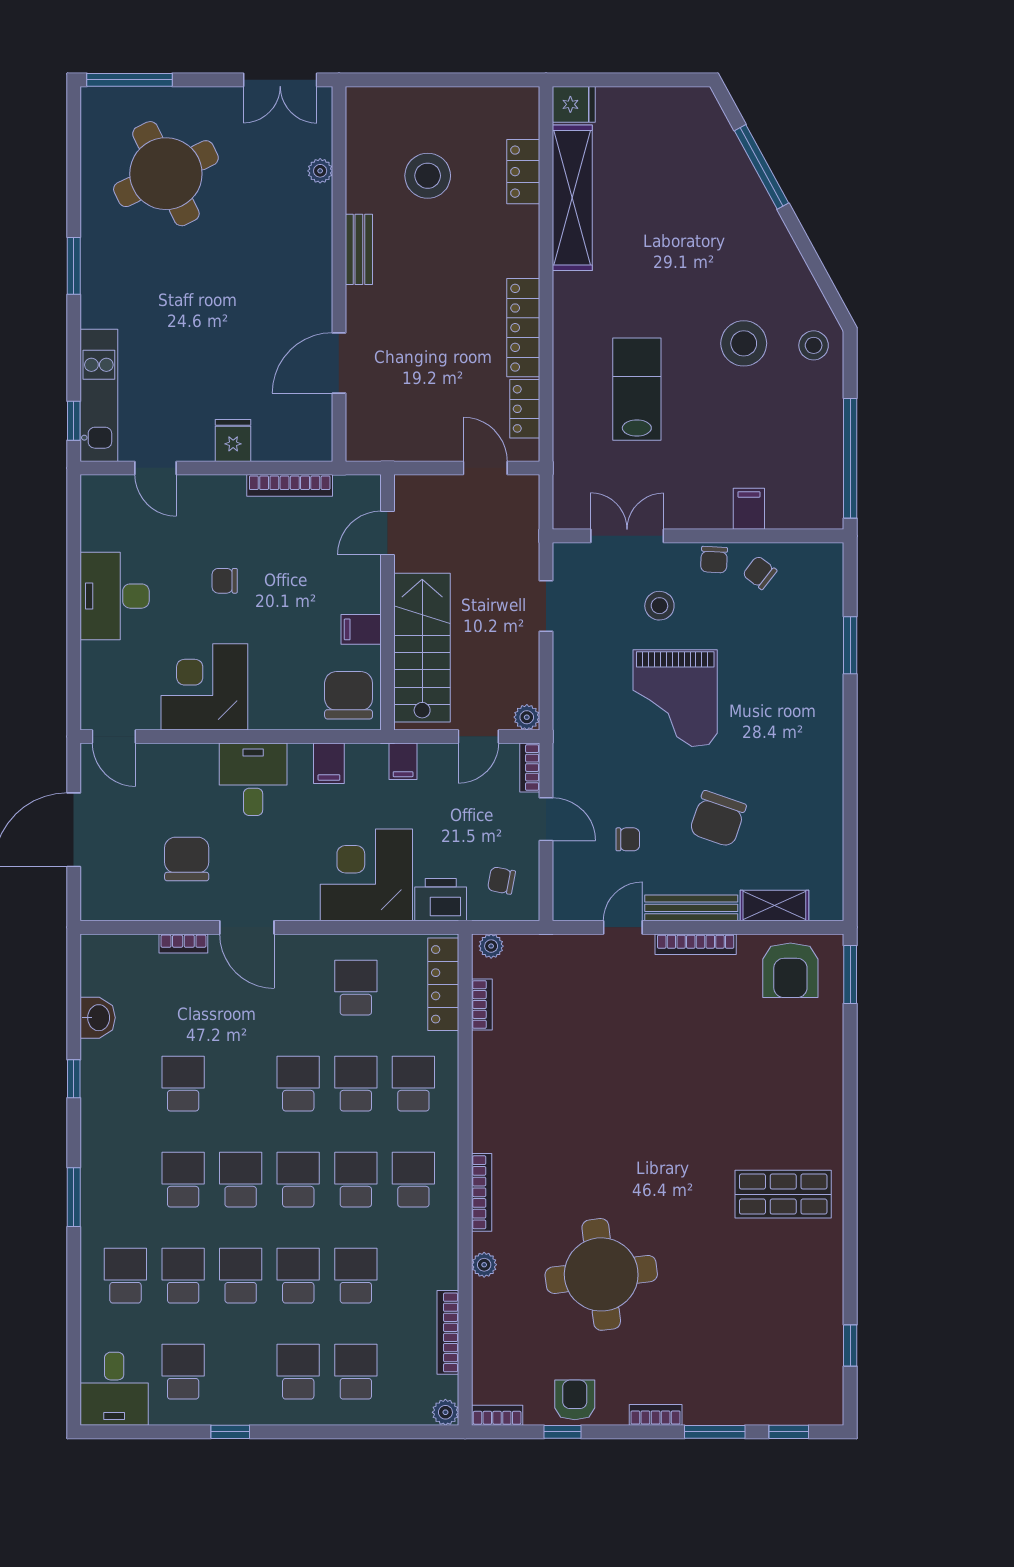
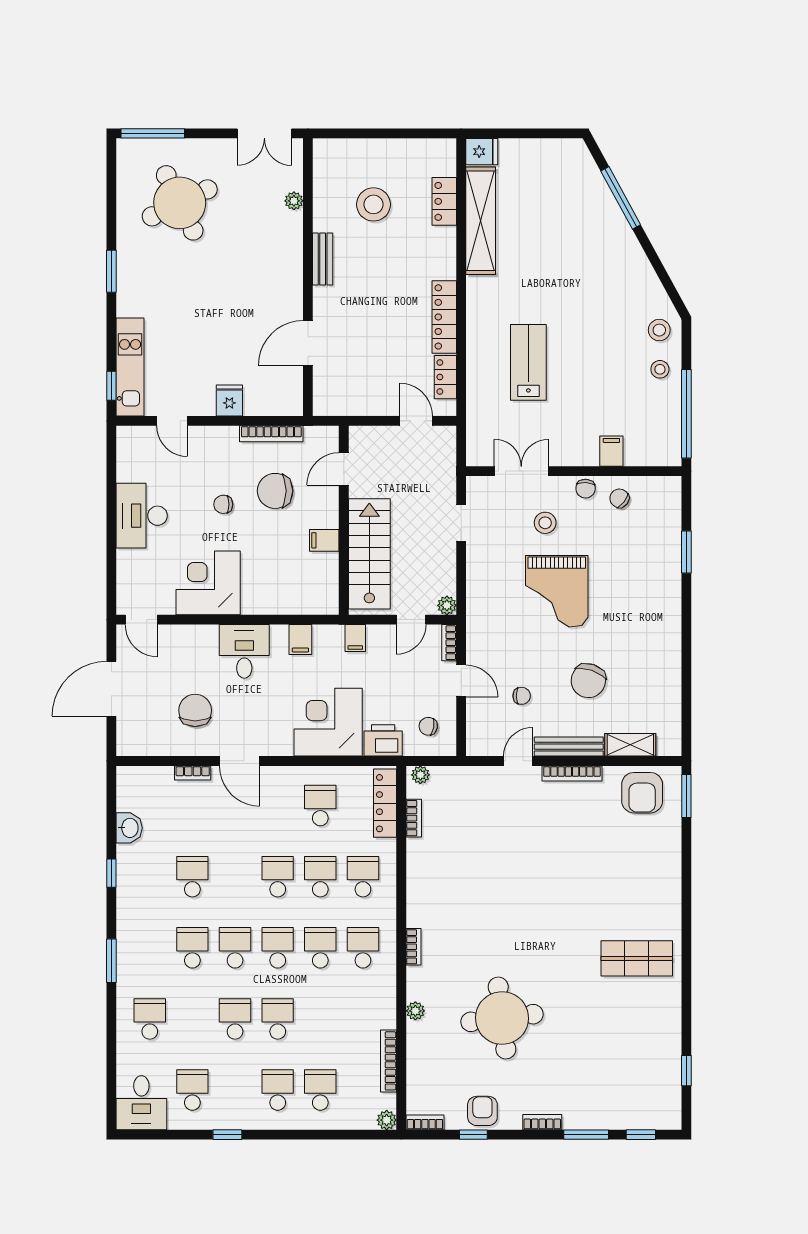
stool: (744, 343) -> (660, 369), moved, width x0.53, depth x0.53
chair: (349, 695) -> (275, 491), moved, turned -90
bookcase: (482, 1192) -> (413, 947), width x0.64
school desk: (183, 1276) -> (192, 1019), removed
school desk: (356, 1276) -> (320, 1019), removed

